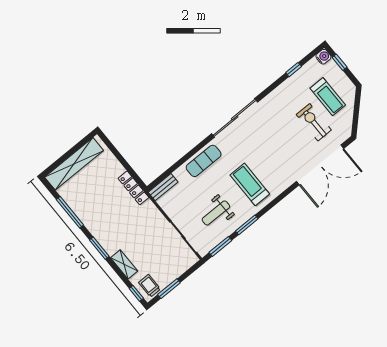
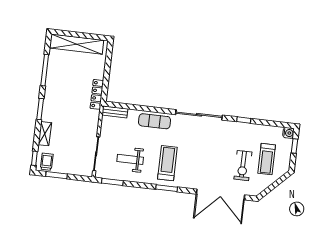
window: (294, 70) -> (244, 120), moved
exercise bike: (314, 122) -> (243, 166), turned 180
window: (247, 225) -> (167, 188), moved

